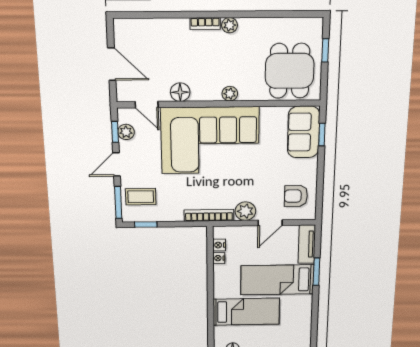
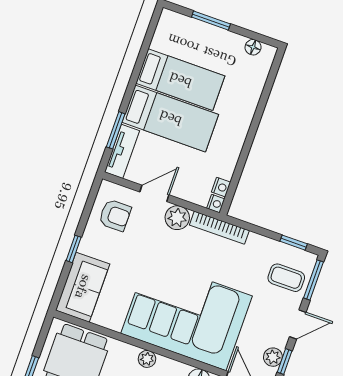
window: (322, 135) -> (74, 249), moved
nightstand: (219, 258) -> (216, 204), moved
window: (316, 272) -> (116, 130), moved
bed: (246, 312) -> (180, 80), moved, turned 180

